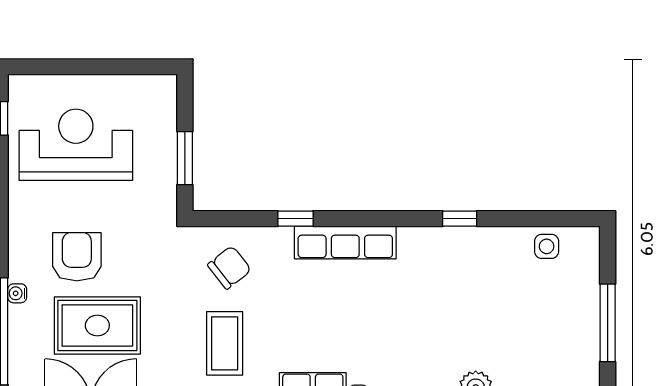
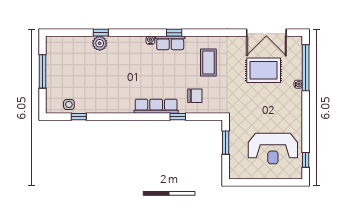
window: (460, 219) -> (79, 117), moved
armchair: (77, 257) -> (272, 100), removed
chair: (229, 267) -> (195, 96), moved, turned -142

